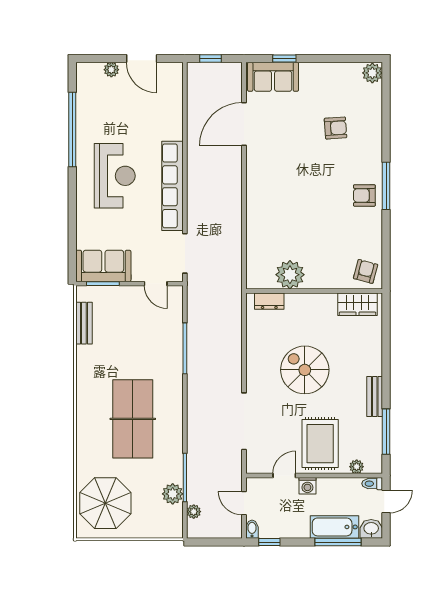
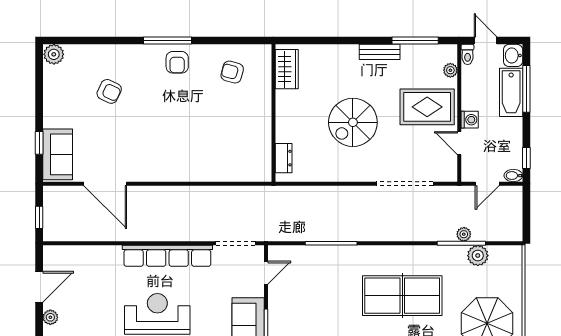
armchair: (335, 128) -> (109, 91), turned 119
armchair: (366, 271) -> (232, 72), moved
plant: (290, 275) -> (257, 137), removed
plant: (194, 512) -> (464, 234), moved

